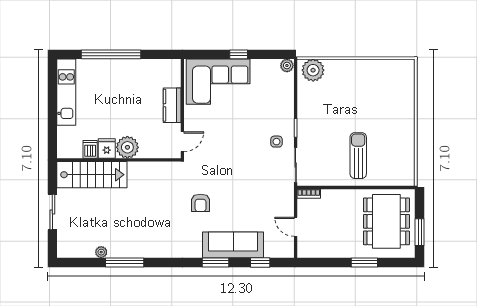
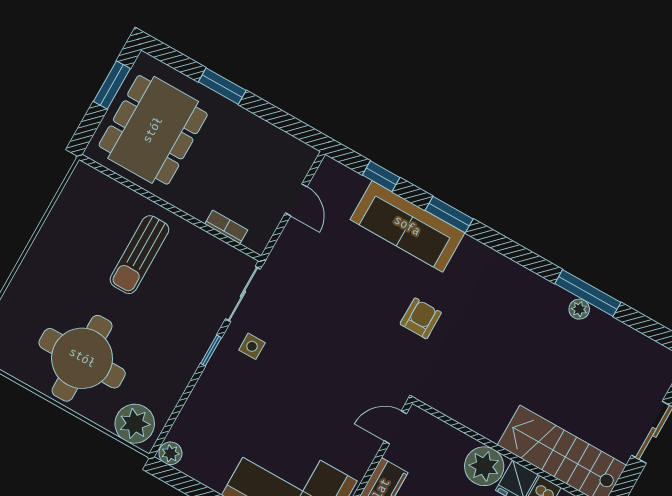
round table: (358, 88) -> (82, 358), added
bookcase: (309, 194) -> (226, 227), moved
plant: (101, 252) -> (579, 309), moved

